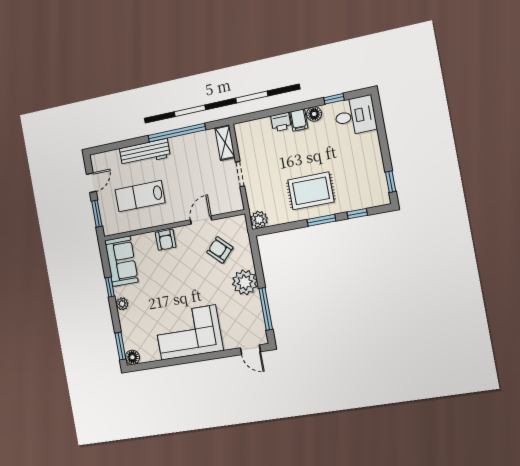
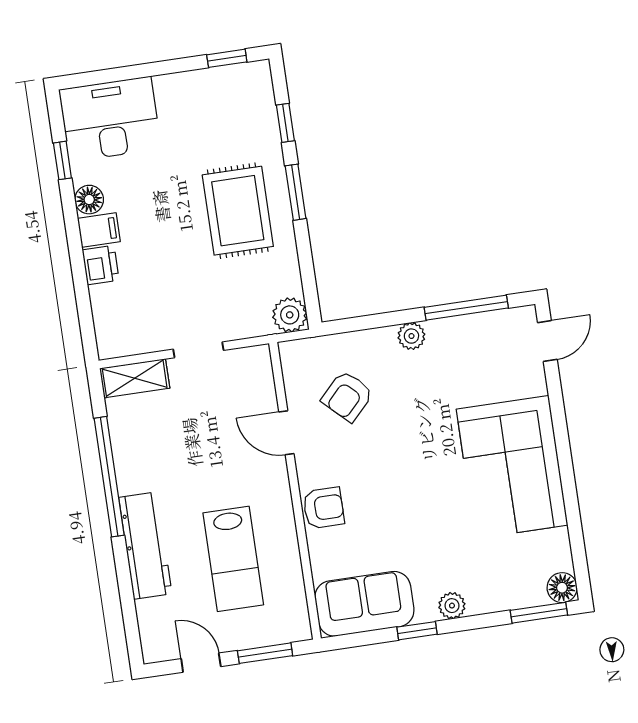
desk: (355, 116) -> (110, 119), width x1.37
plant: (245, 282) -> (411, 336), width x0.53, depth x0.53

